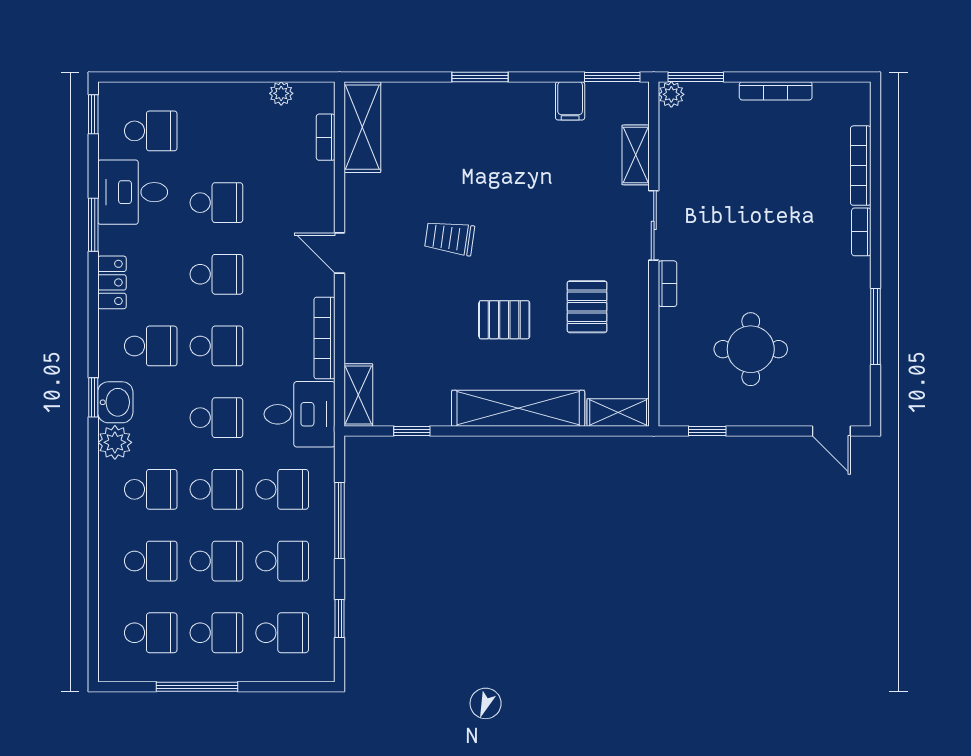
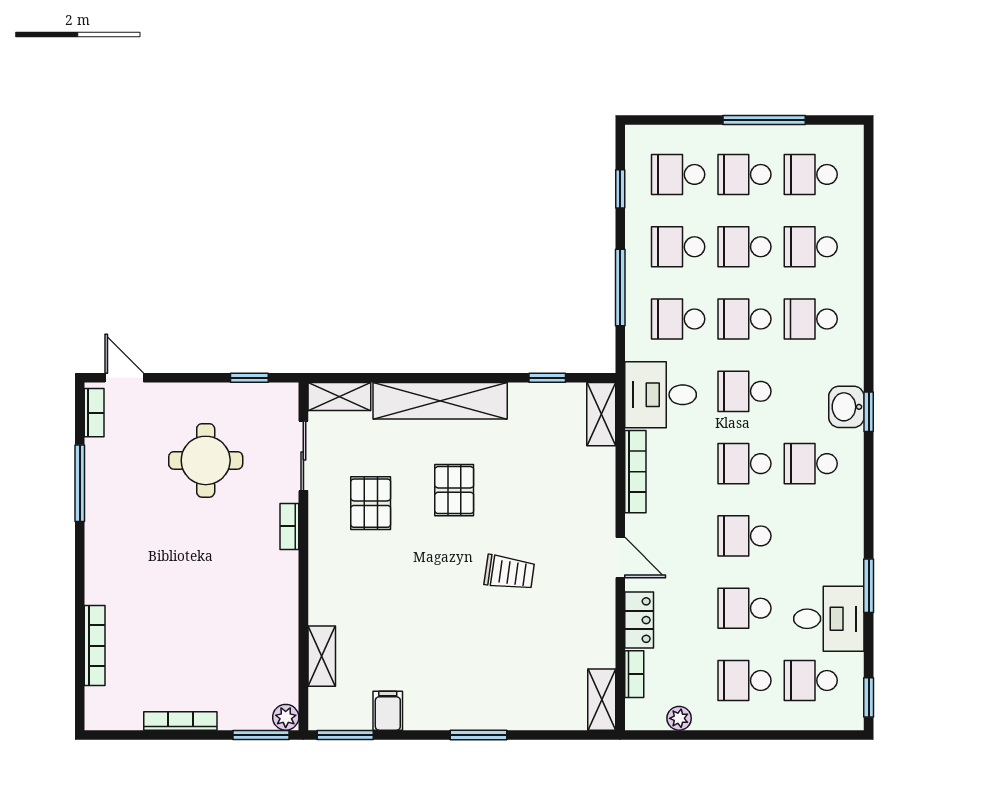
shelving: (362, 127) -> (602, 700), width x0.67, depth x0.75
school desk: (216, 131) -> (744, 680), added
sliding door: (654, 225) -> (303, 456), moved
bookcase: (861, 232) -> (94, 413), moved
locker: (112, 282) -> (639, 620), moved, turned 180
pallet: (504, 320) -> (454, 490), turned 90
plant: (115, 442) -> (847, 366), removed

